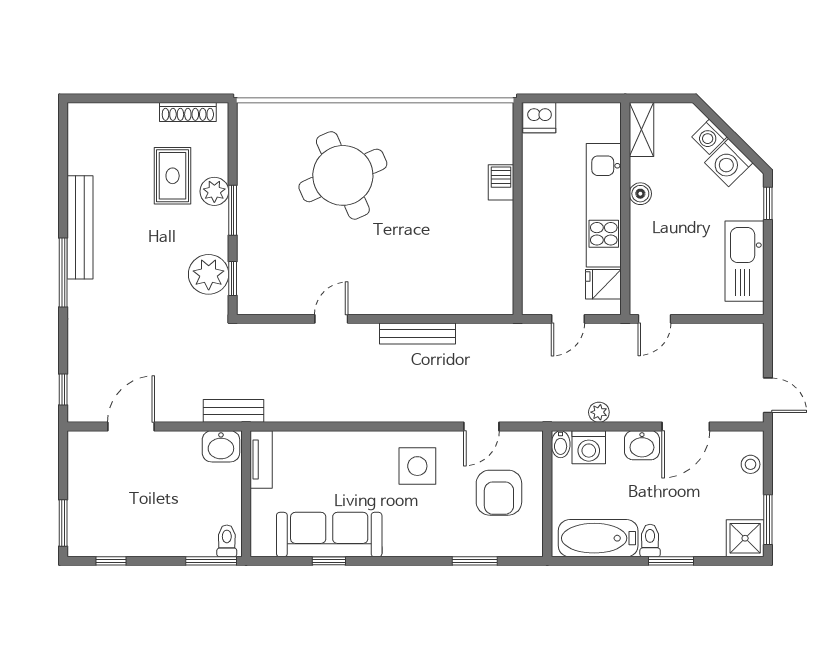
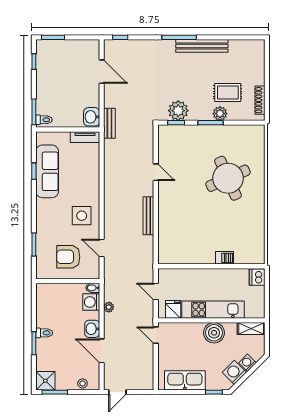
boiler: (640, 194) -> (214, 333), width x1.86, depth x1.86
bathtub: (598, 538) -> (45, 307), removed

